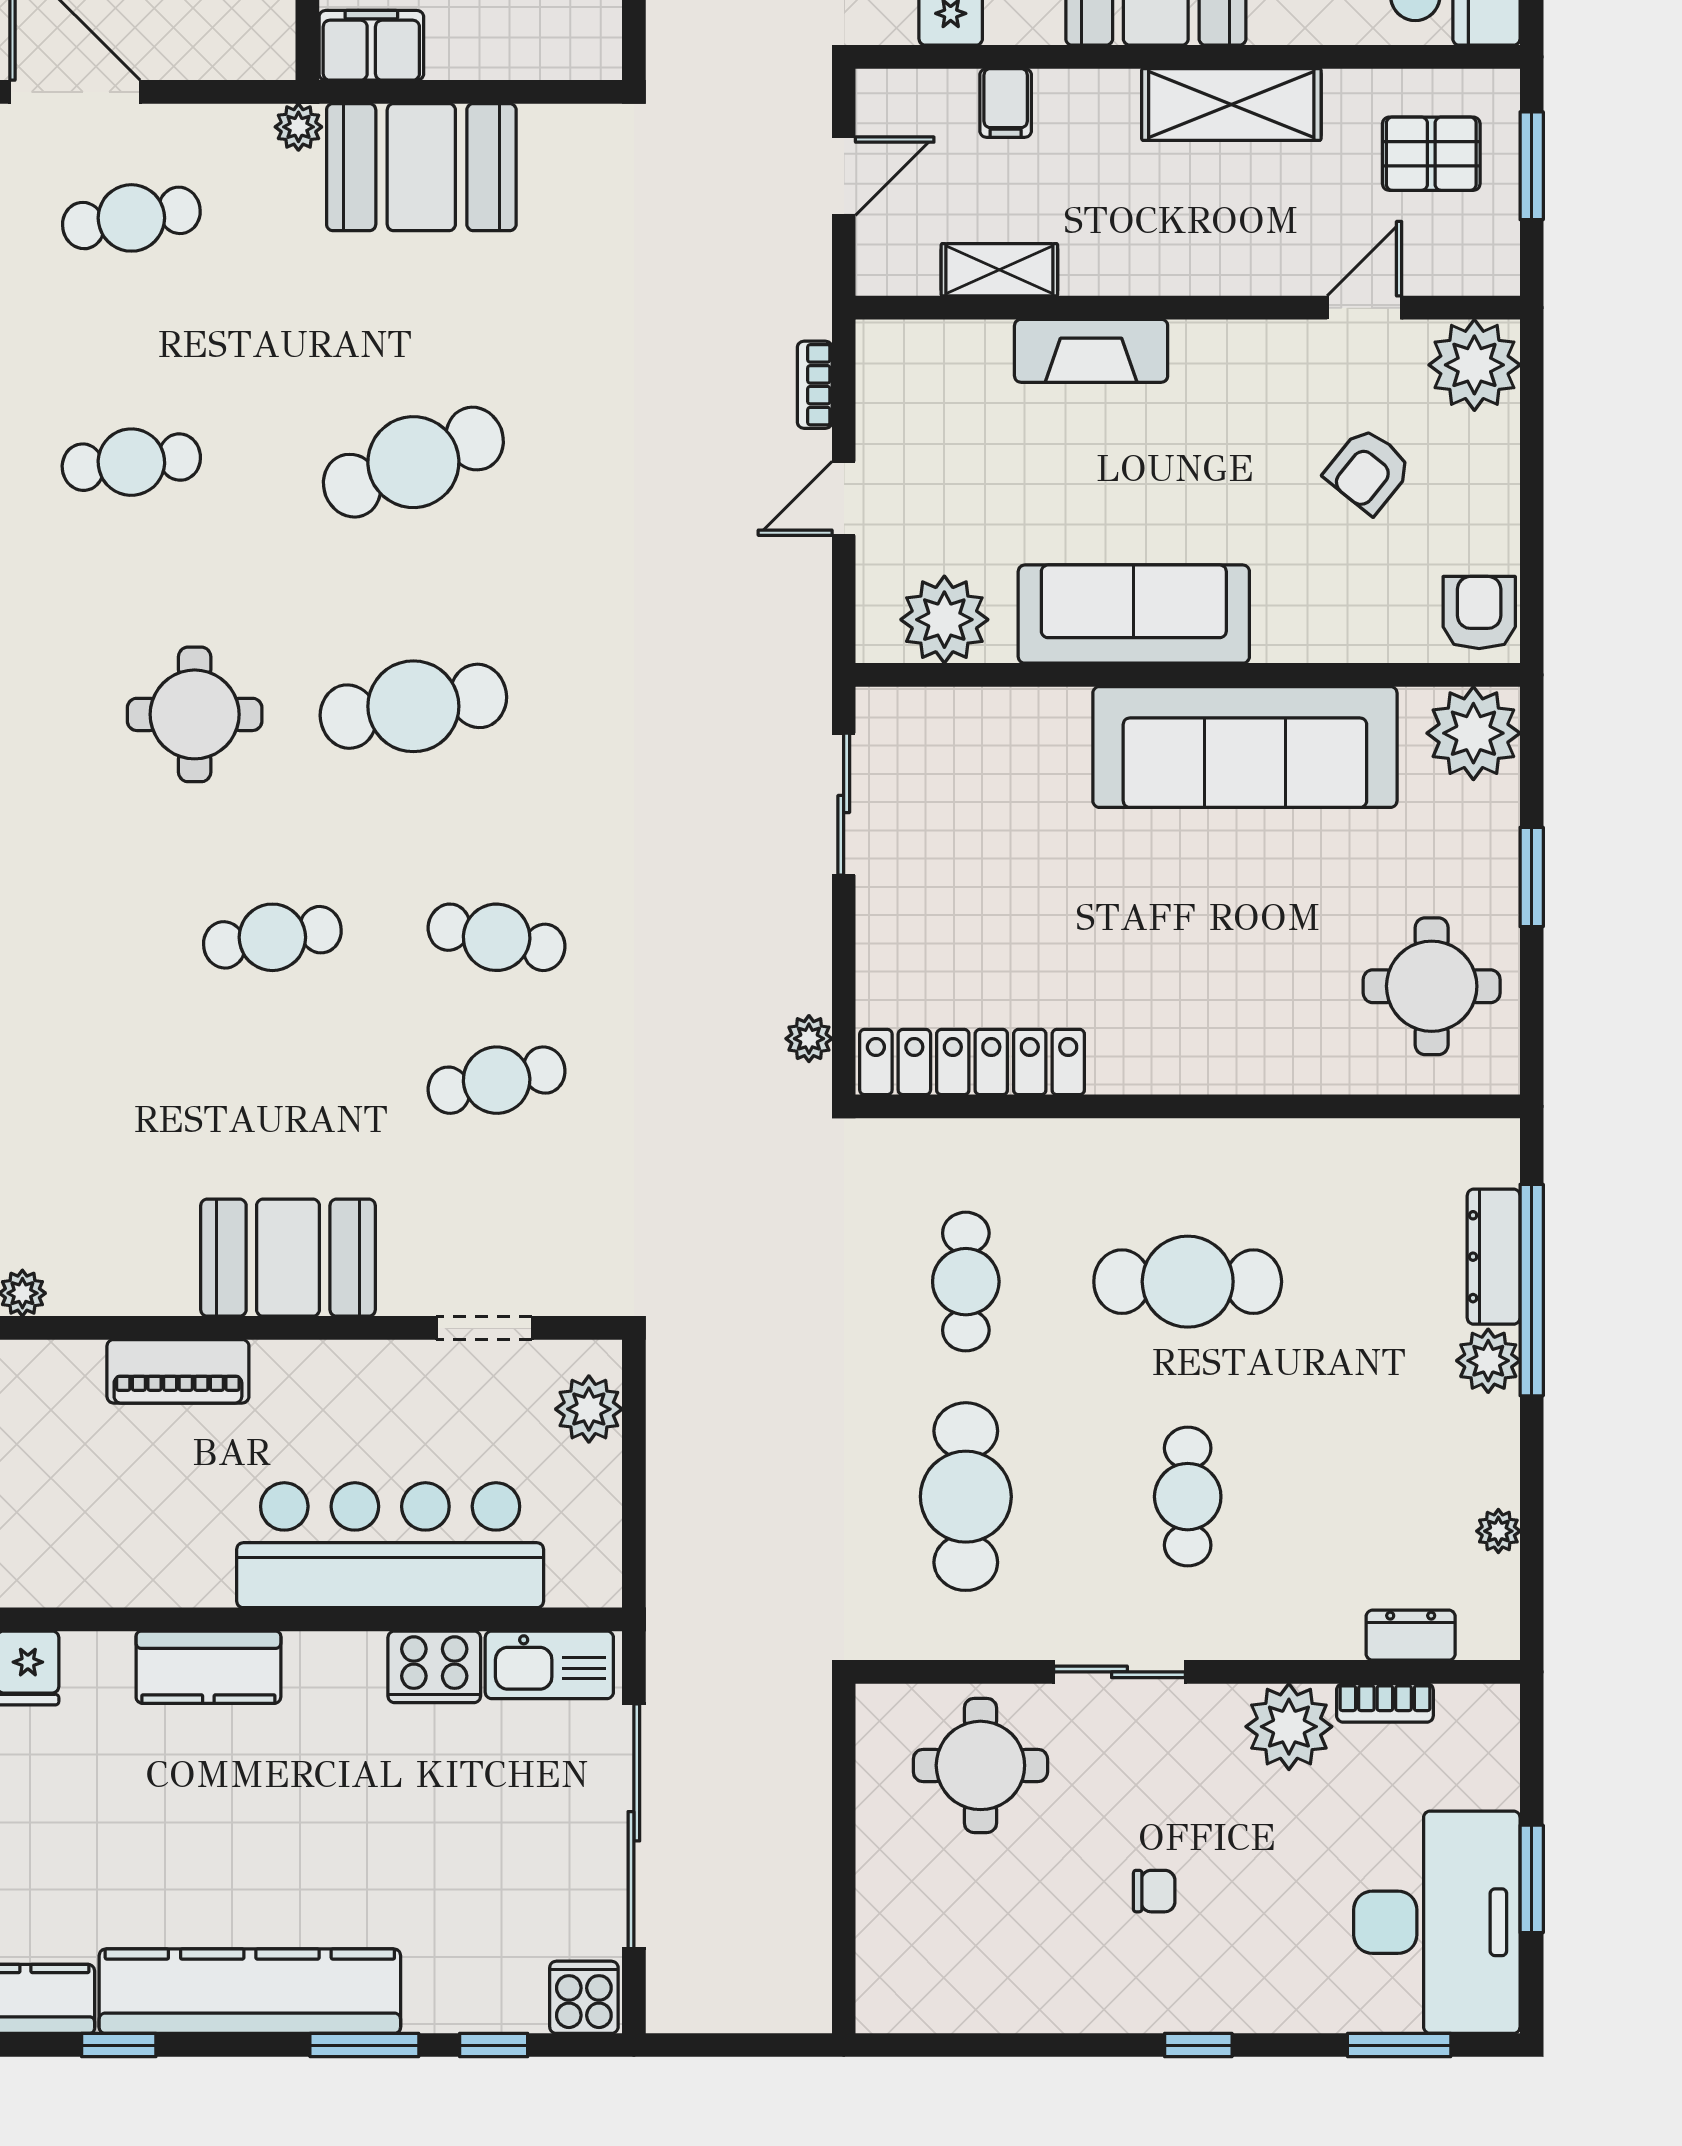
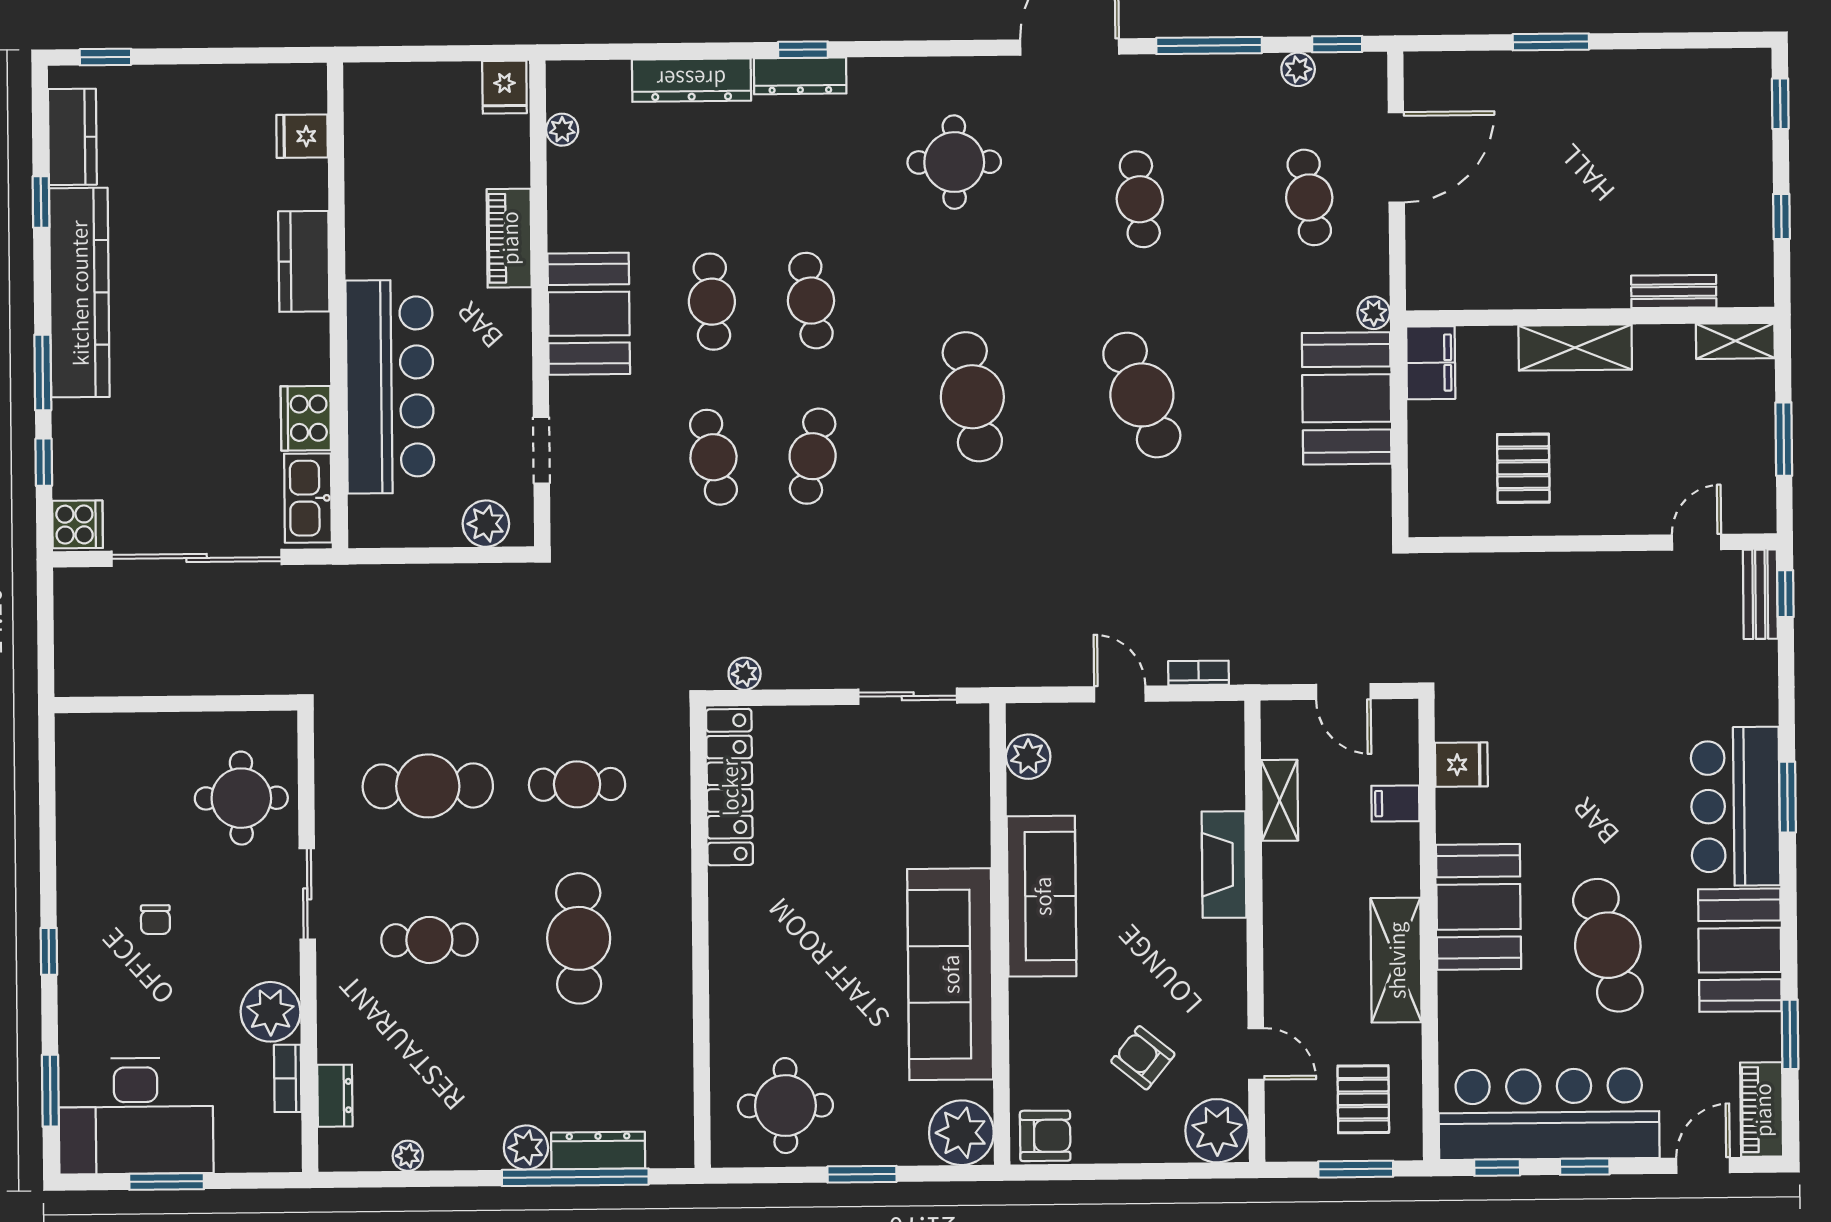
plant: (944, 620) -> (1028, 757), width x0.73, depth x0.73
round table: (195, 714) -> (954, 162), moved
cafe table: (272, 1080) -> (712, 302), added

